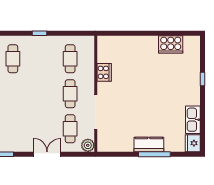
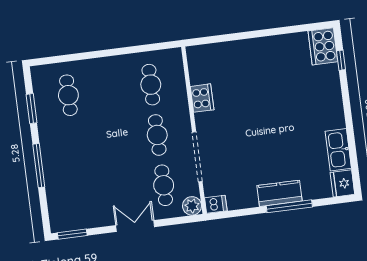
window: (40, 33) -> (102, 54), removed
cooker: (171, 44) -> (323, 46), moved, turned 90
window: (203, 79) -> (341, 60), moved
dishwasher: (104, 146) -> (216, 204), added

